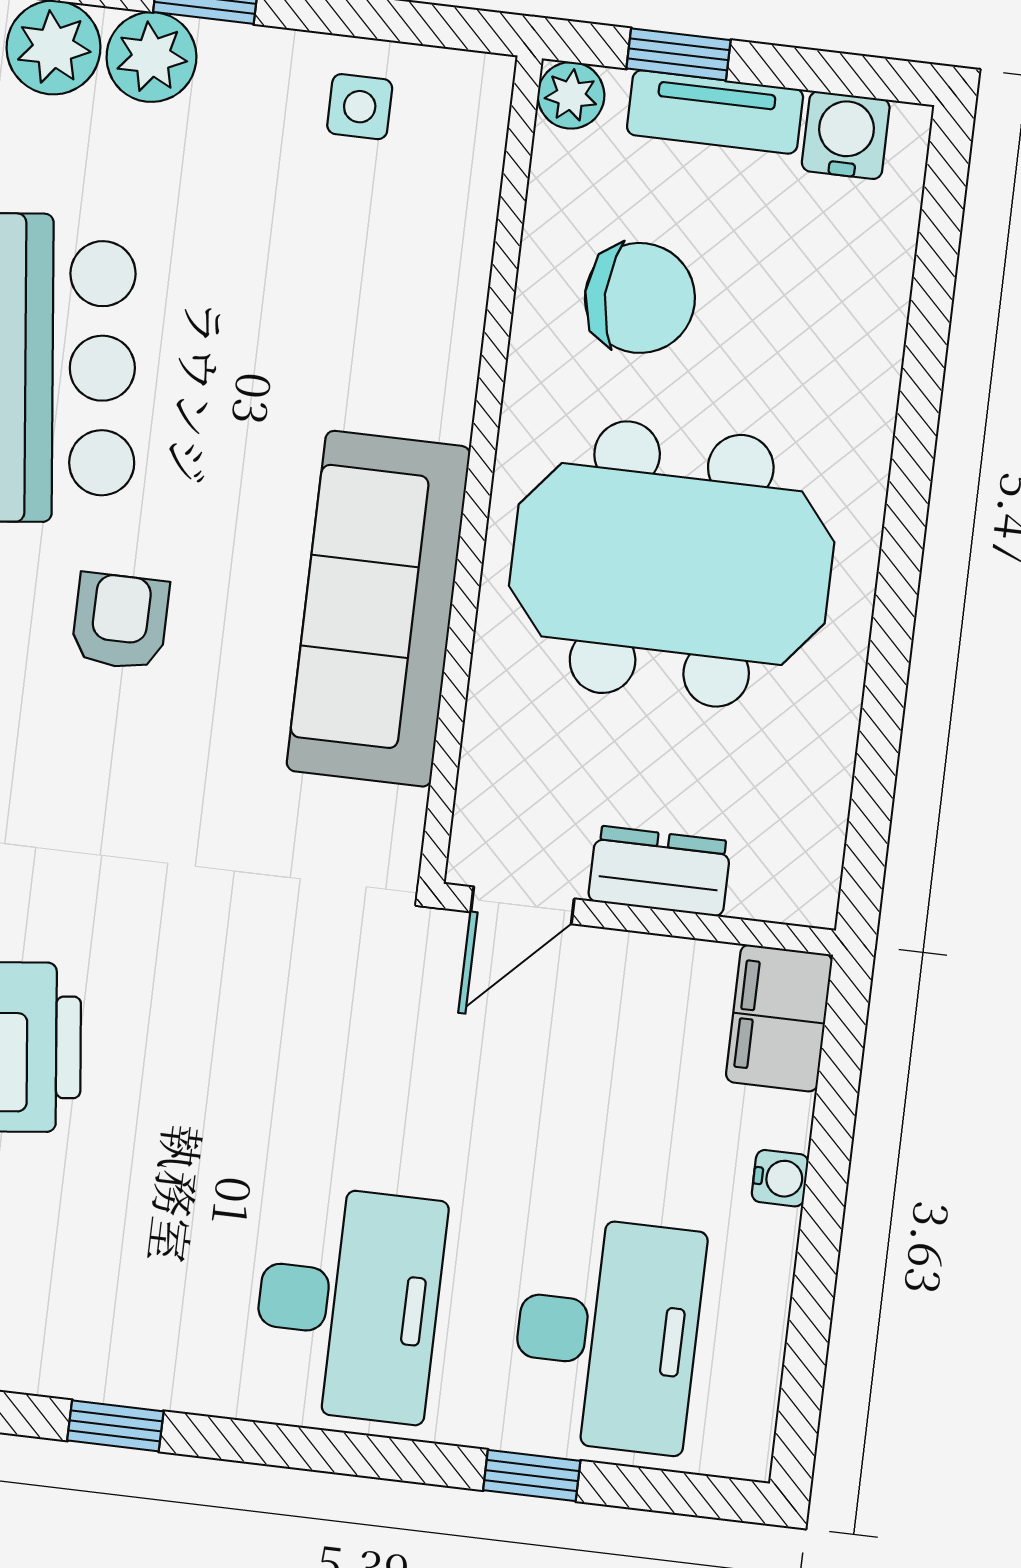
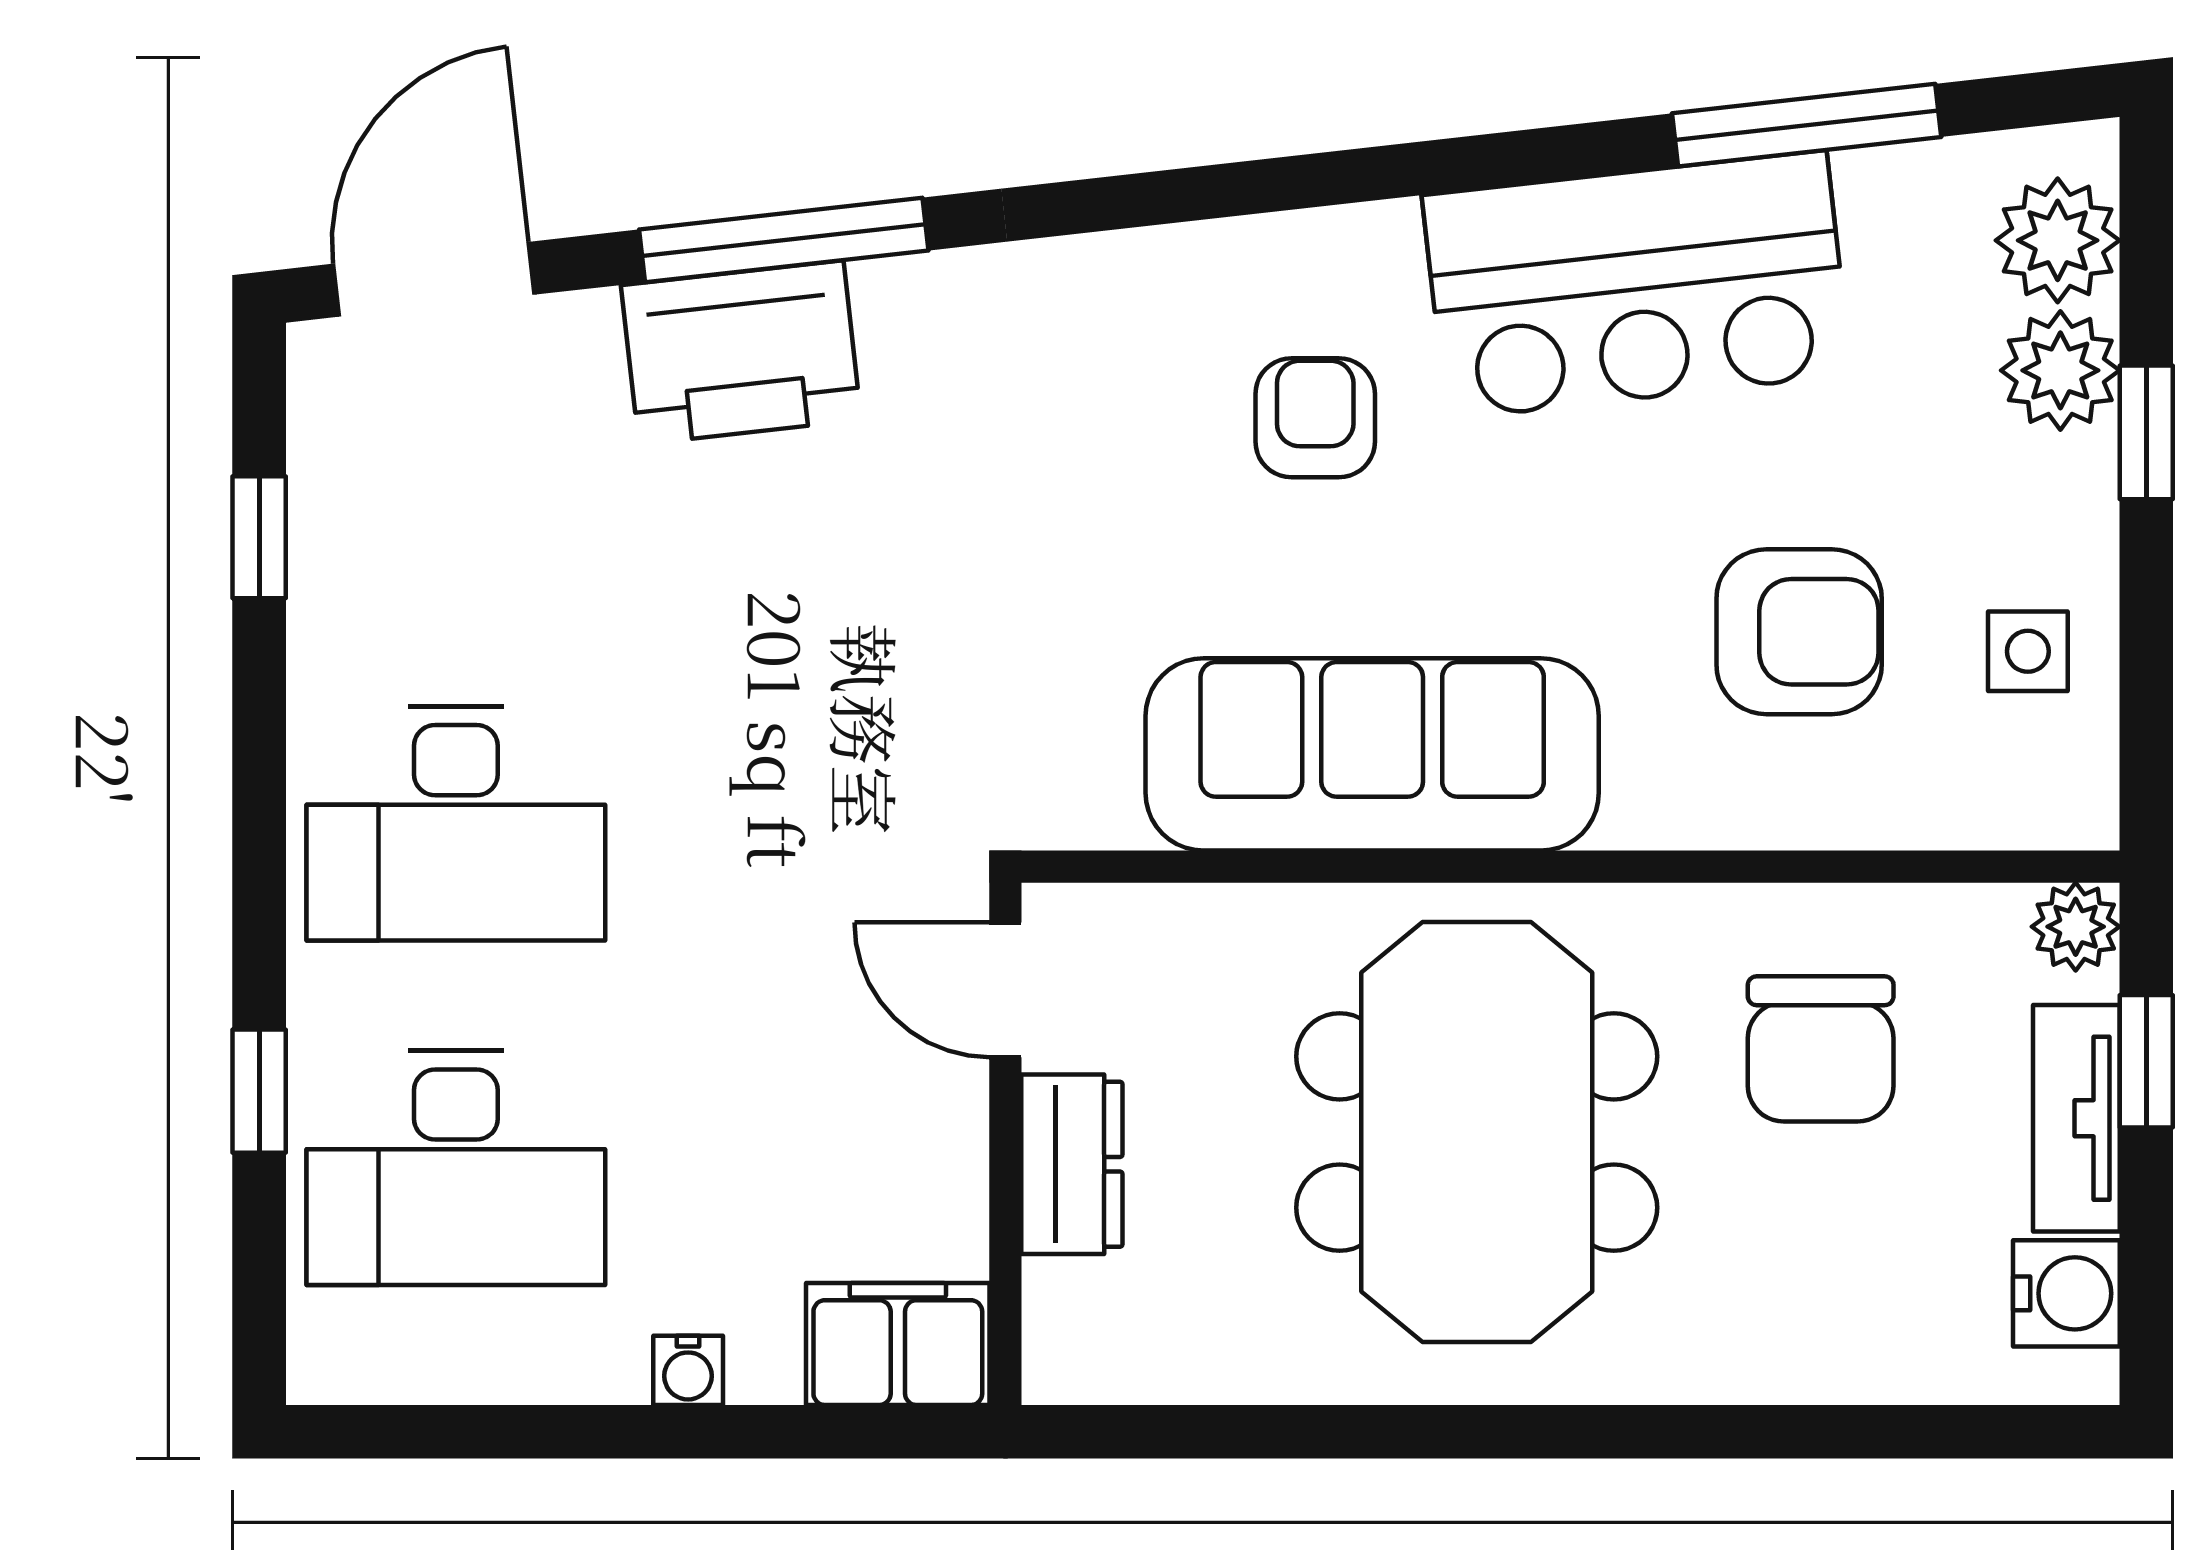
armchair: (324, 277) -> (1799, 632), added
armchair: (120, 621) -> (1315, 418), turned -90

